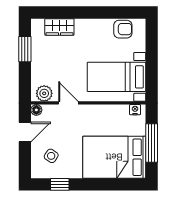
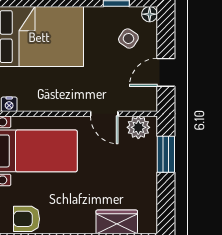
window: (25, 49) -> (166, 154), moved
floor lamp: (36, 110) -> (150, 14), moved

